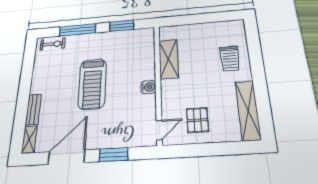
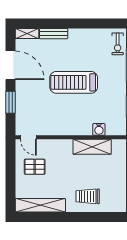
water cooler: (148, 87) -> (99, 129), moved

